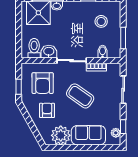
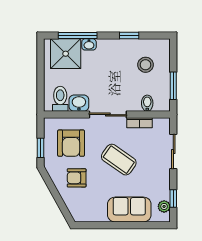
armchair: (47, 110) -> (77, 178), turned -90
plant: (61, 135) -> (94, 210), removed

